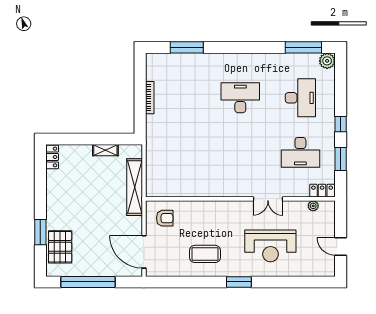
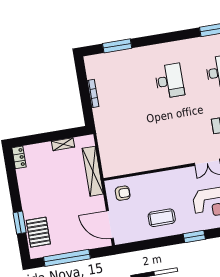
desk: (240, 98) -> (169, 81), turned 90

